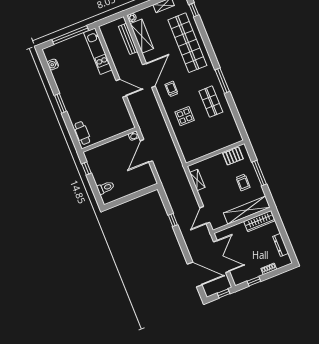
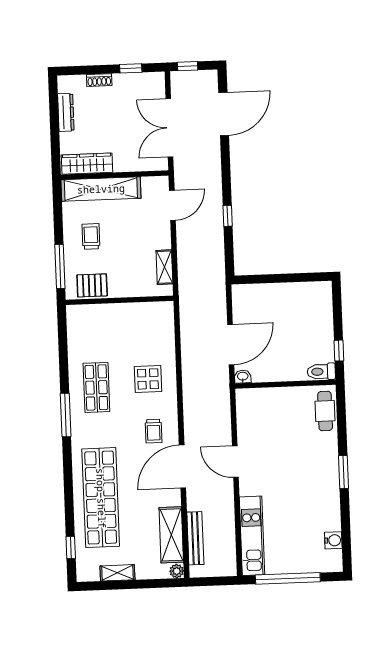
window: (259, 173) -> (60, 266), moved
toilet: (106, 188) -> (321, 372), moved
door: (195, 274) -> (224, 114), swing flipped

